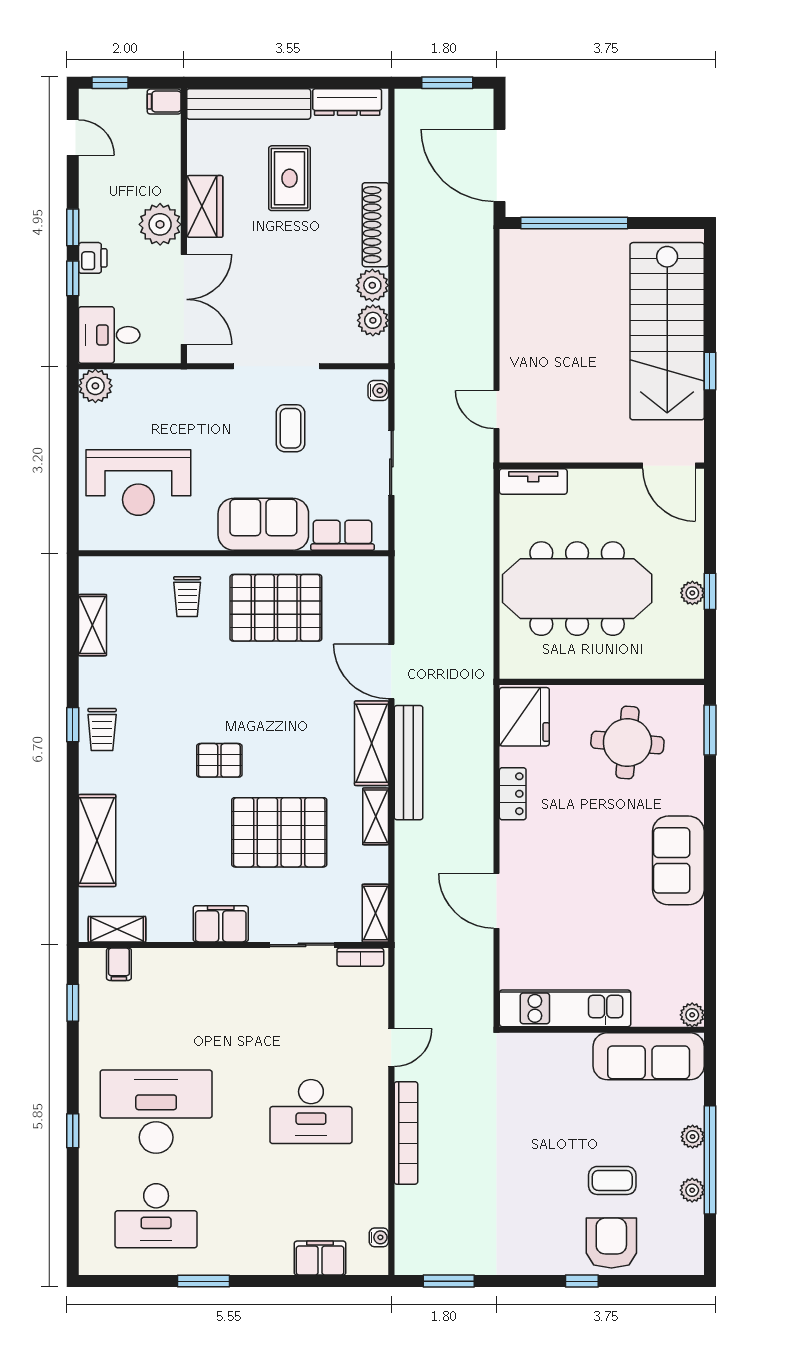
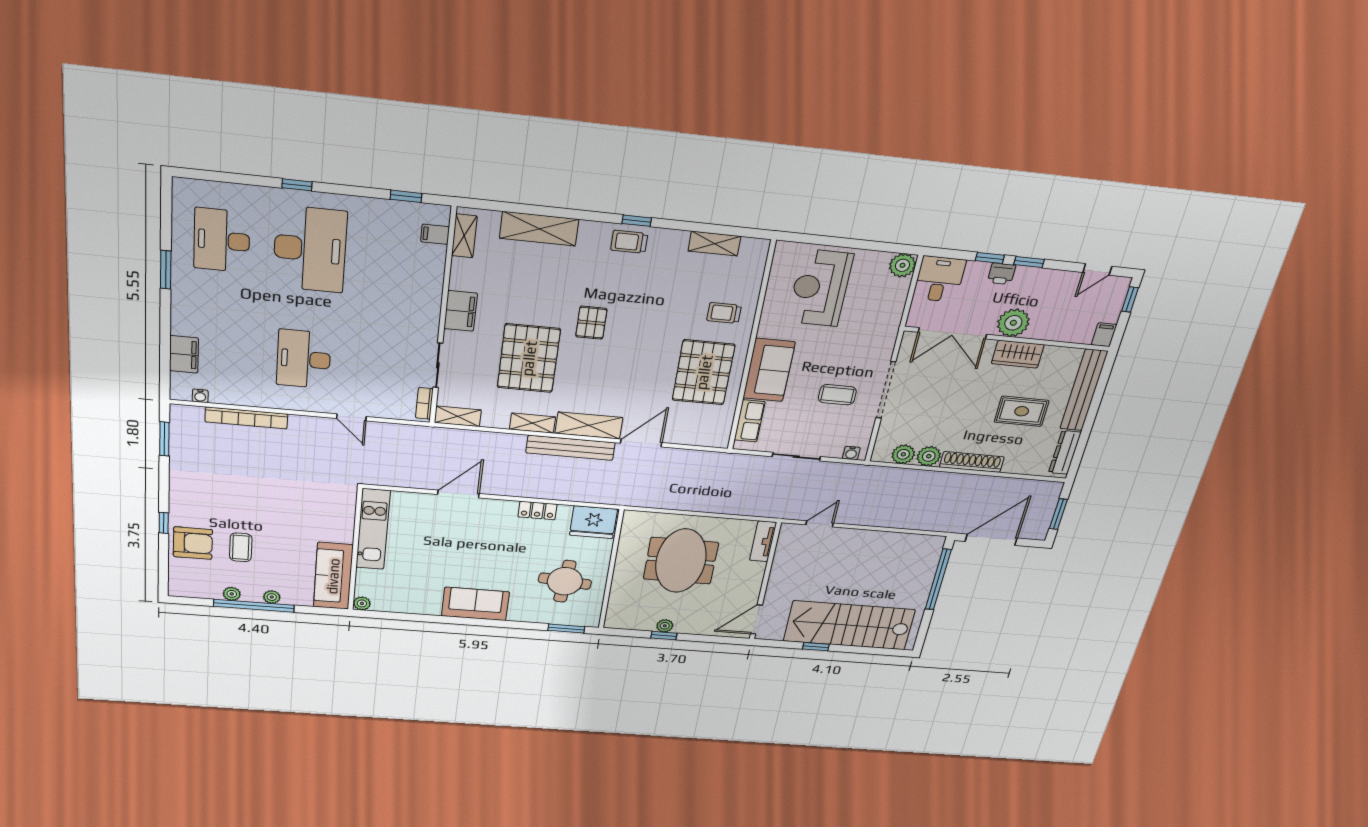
meeting table: (577, 589) -> (681, 561), width x0.73
bookcase: (406, 1133) -> (246, 418), moved

